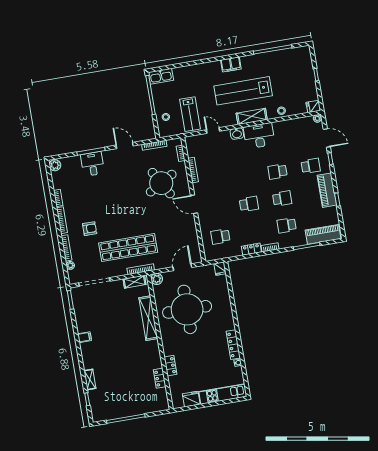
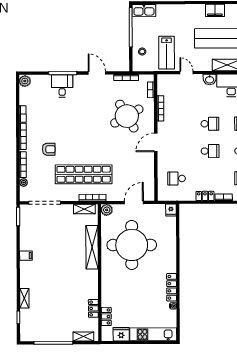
school desk: (244, 177) -> (210, 124), added
door: (194, 204) -> (156, 142), hinge flipped
locker: (170, 366) -> (106, 316), moved
shelving: (154, 408) -> (83, 337), added

